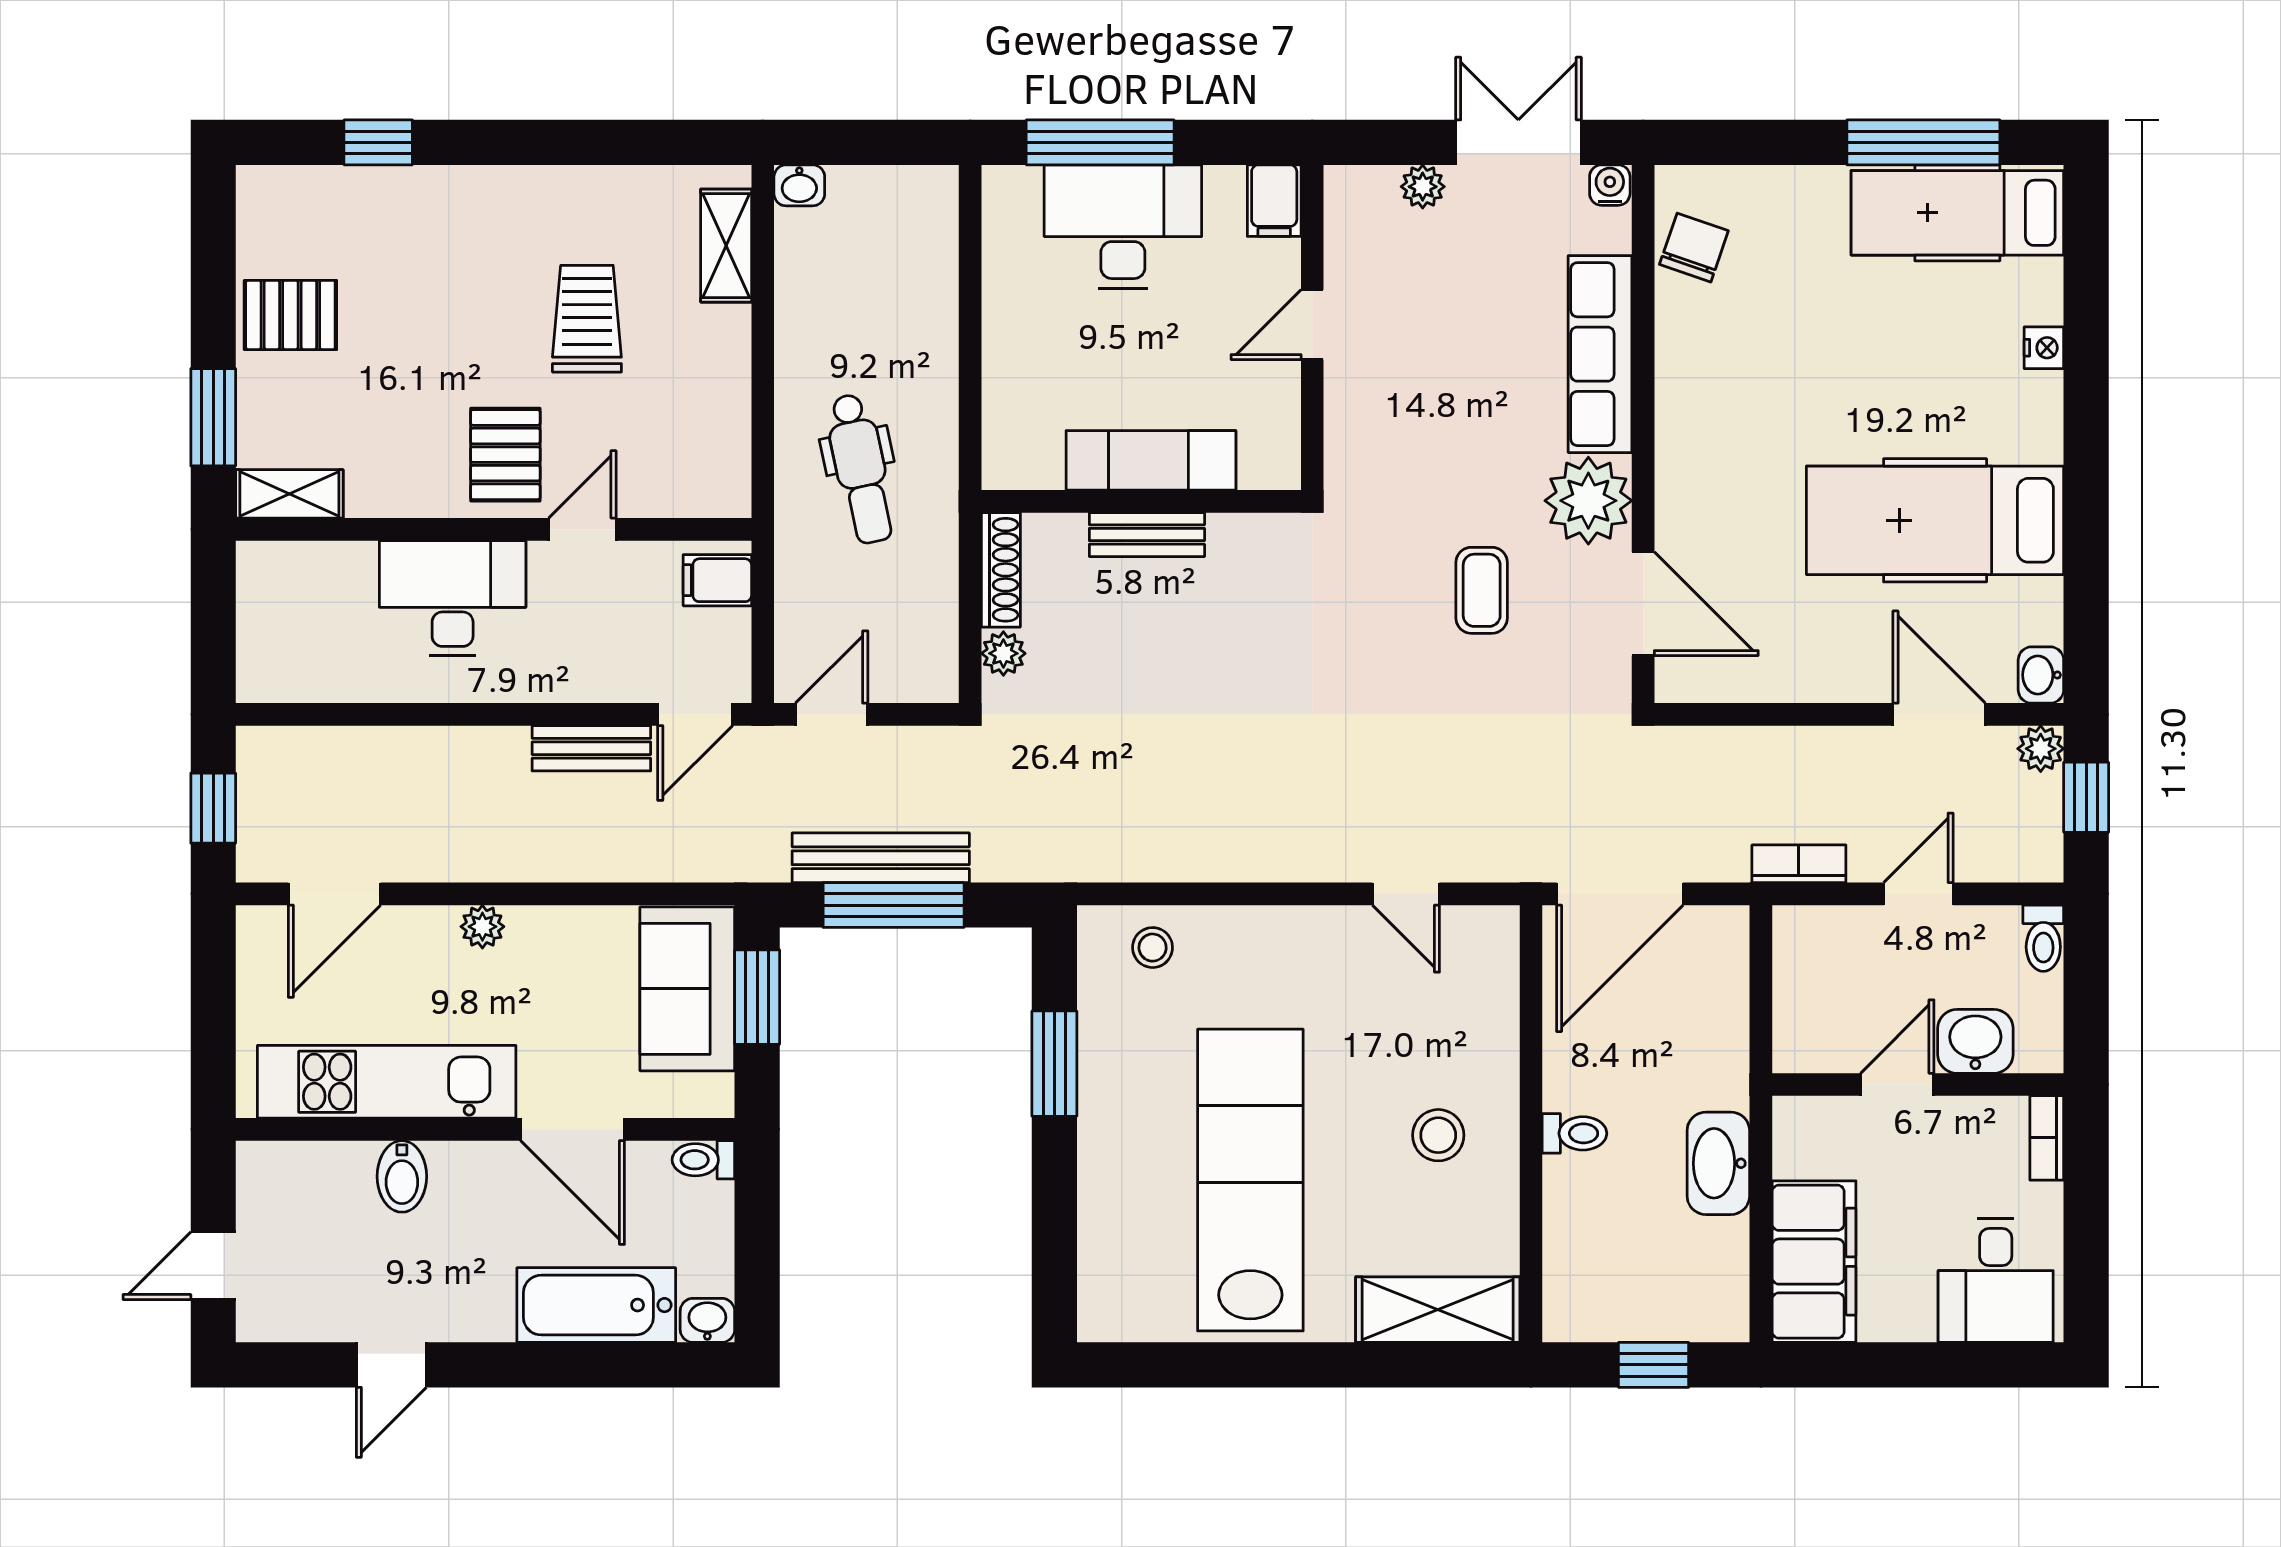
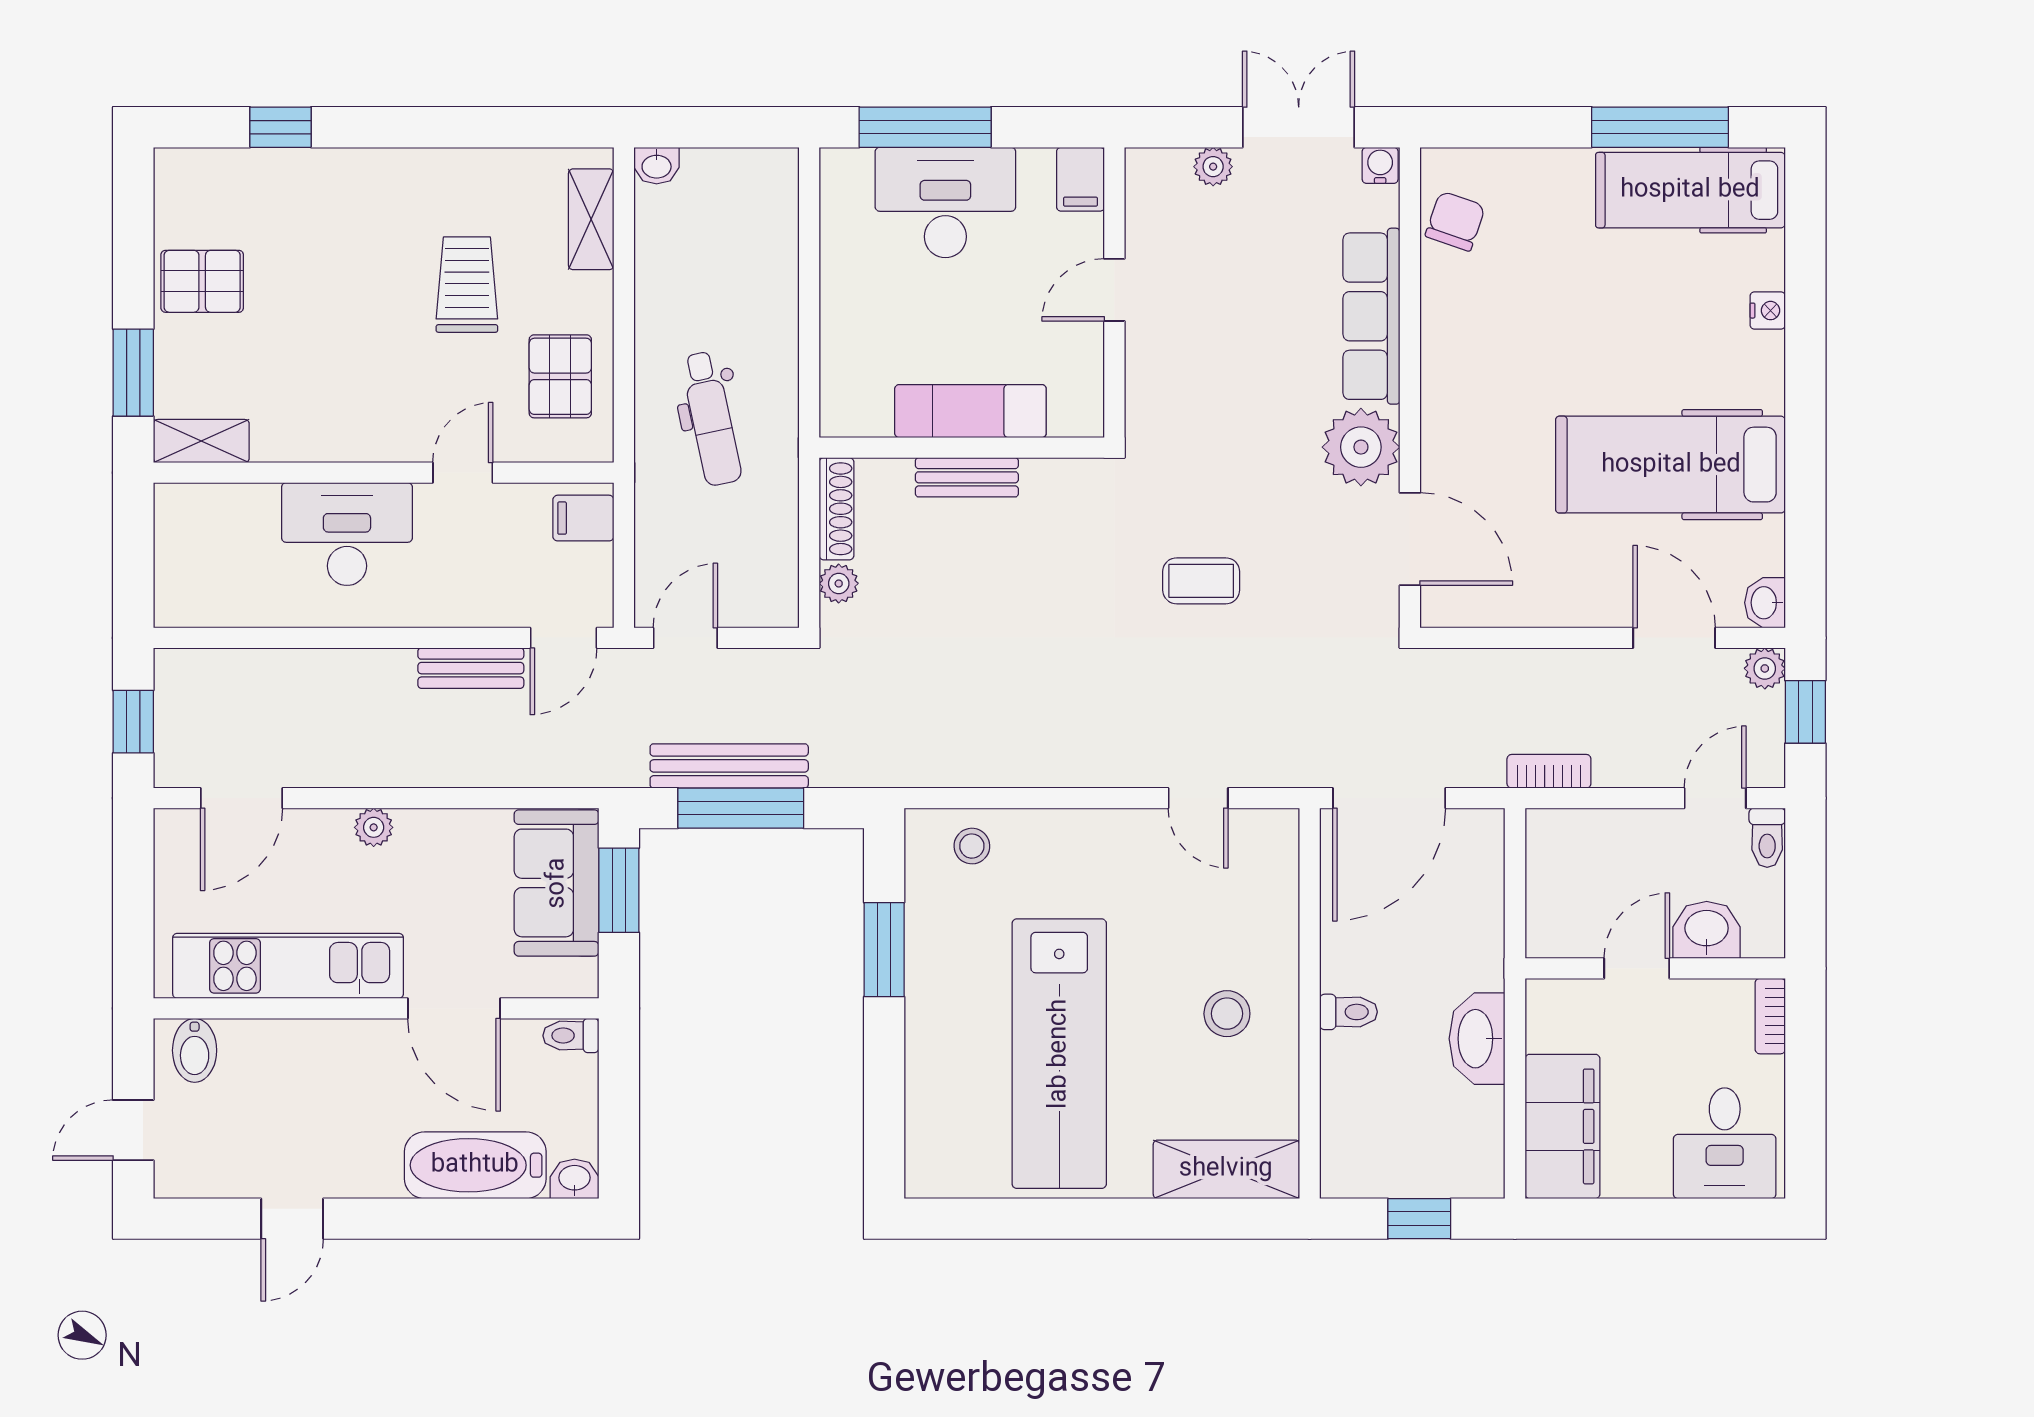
pallet: (505, 455) -> (560, 376), moved
coffee table: (1482, 590) -> (1201, 581), moved, turned 90
door: (1918, 894) -> (1715, 798), moved
bidet: (402, 1176) -> (195, 1050), moved
lab bench: (1250, 1180) -> (1059, 1054), turned 180

